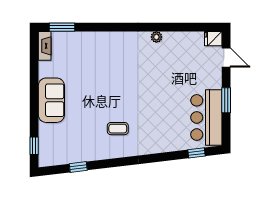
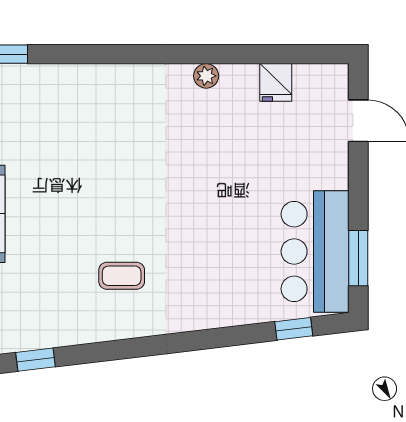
fridge: (213, 39) -> (276, 82), moved, turned -90
window: (226, 100) -> (358, 258), moved

